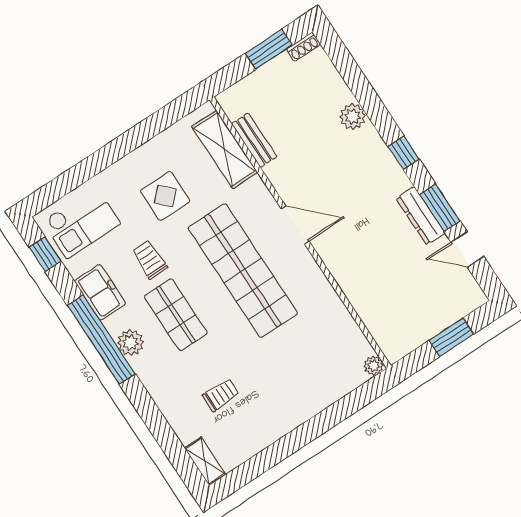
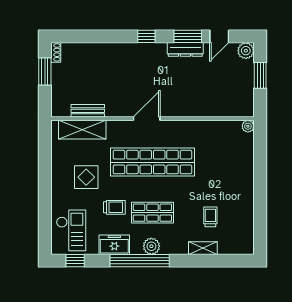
plant: (353, 116) -> (246, 51), moved
trolley: (150, 260) -> (114, 207), turned 180
shelving: (205, 461) -> (203, 248), moved

